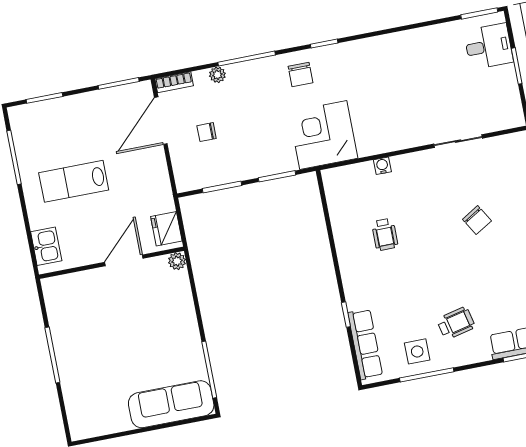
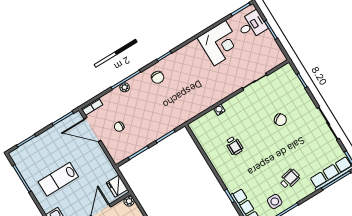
plant: (217, 75) -> (125, 87), moved
door: (161, 121) -> (93, 130), hinge flipped
corner desk: (323, 135) -> (220, 43), moved, turned 180

